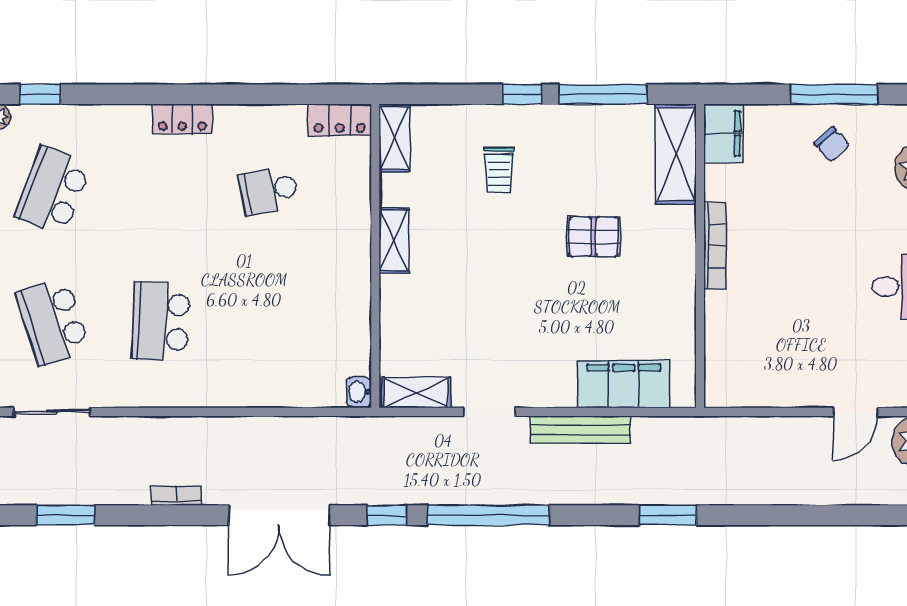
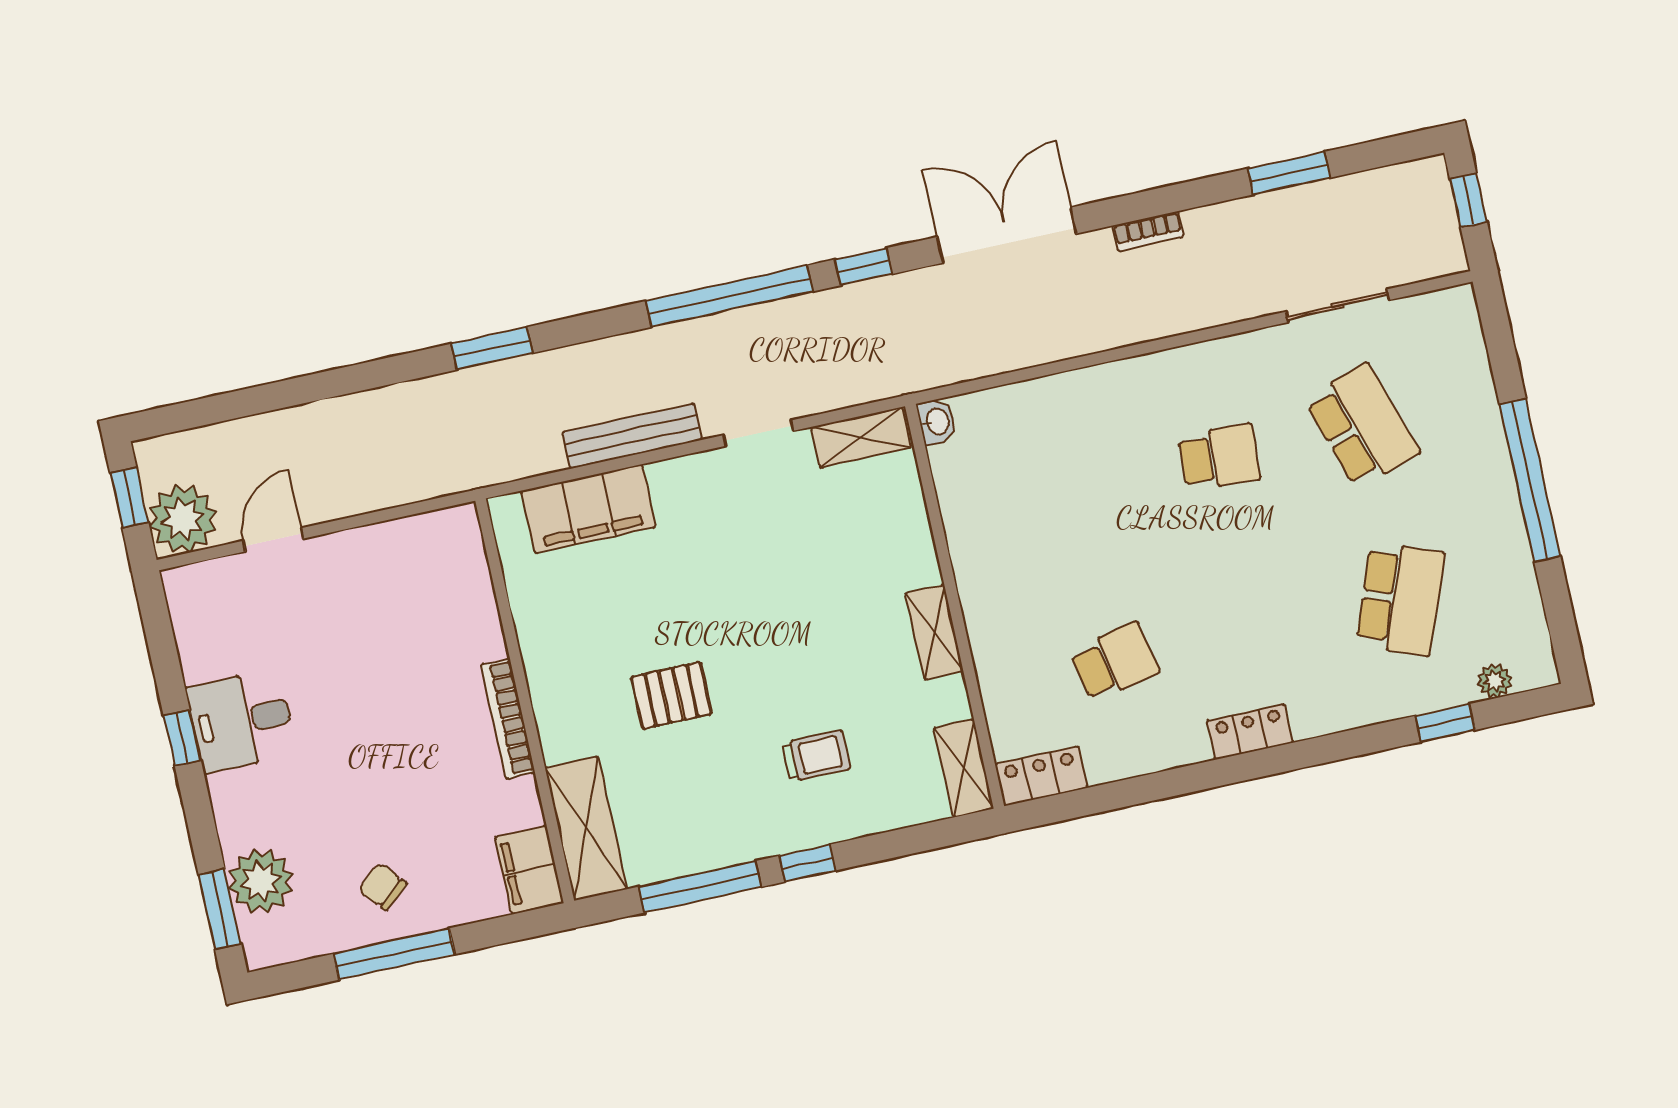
trolley: (499, 170) -> (816, 756), turned 90
school desk: (161, 321) -> (1219, 457), width x0.54

